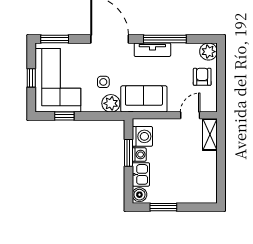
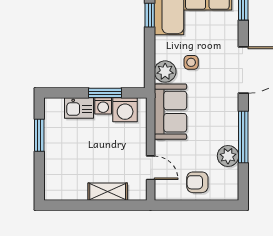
tv unit: (152, 50) -> (230, 122), removed
plant: (208, 52) -> (228, 156), moved
armchair: (202, 77) -> (197, 182), turned 180
shelving: (210, 135) -> (108, 192), moved
boiler: (139, 195) -> (54, 106), removed

